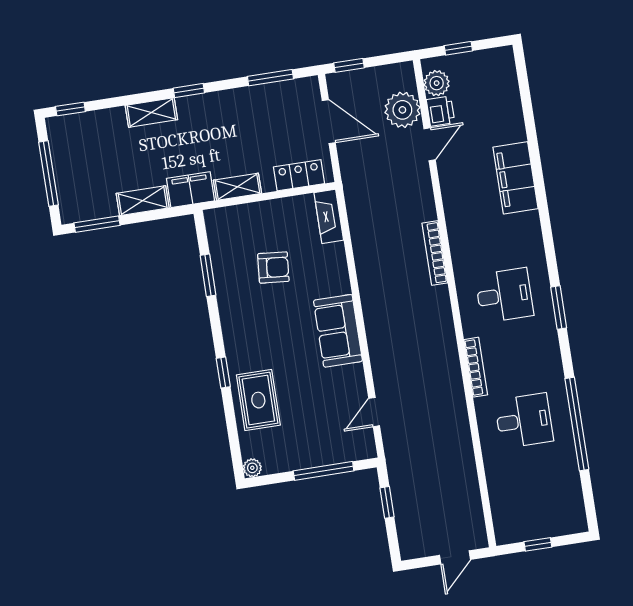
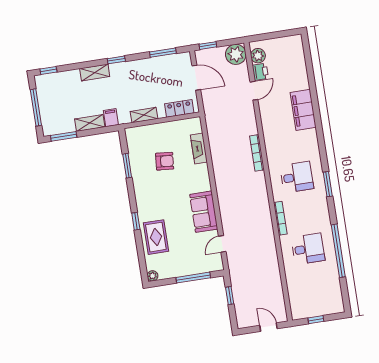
window: (458, 48) -> (270, 36), removed
plant: (402, 110) -> (236, 54), moved
filing cabinet: (191, 190) -> (111, 118), width x0.50
fireplace: (329, 216) -> (199, 148), moved
sofa: (338, 331) -> (204, 212), moved
door: (455, 557) -> (268, 327), swing flipped

